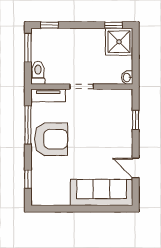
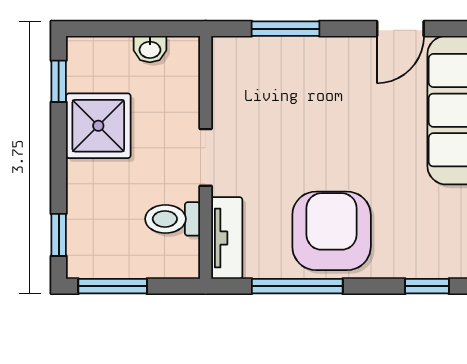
shower: (119, 42) -> (98, 126), moved
toilet: (38, 73) -> (173, 219), moved
washbasin: (127, 77) -> (150, 49), moved
window: (136, 120) -> (286, 29), width x1.50

